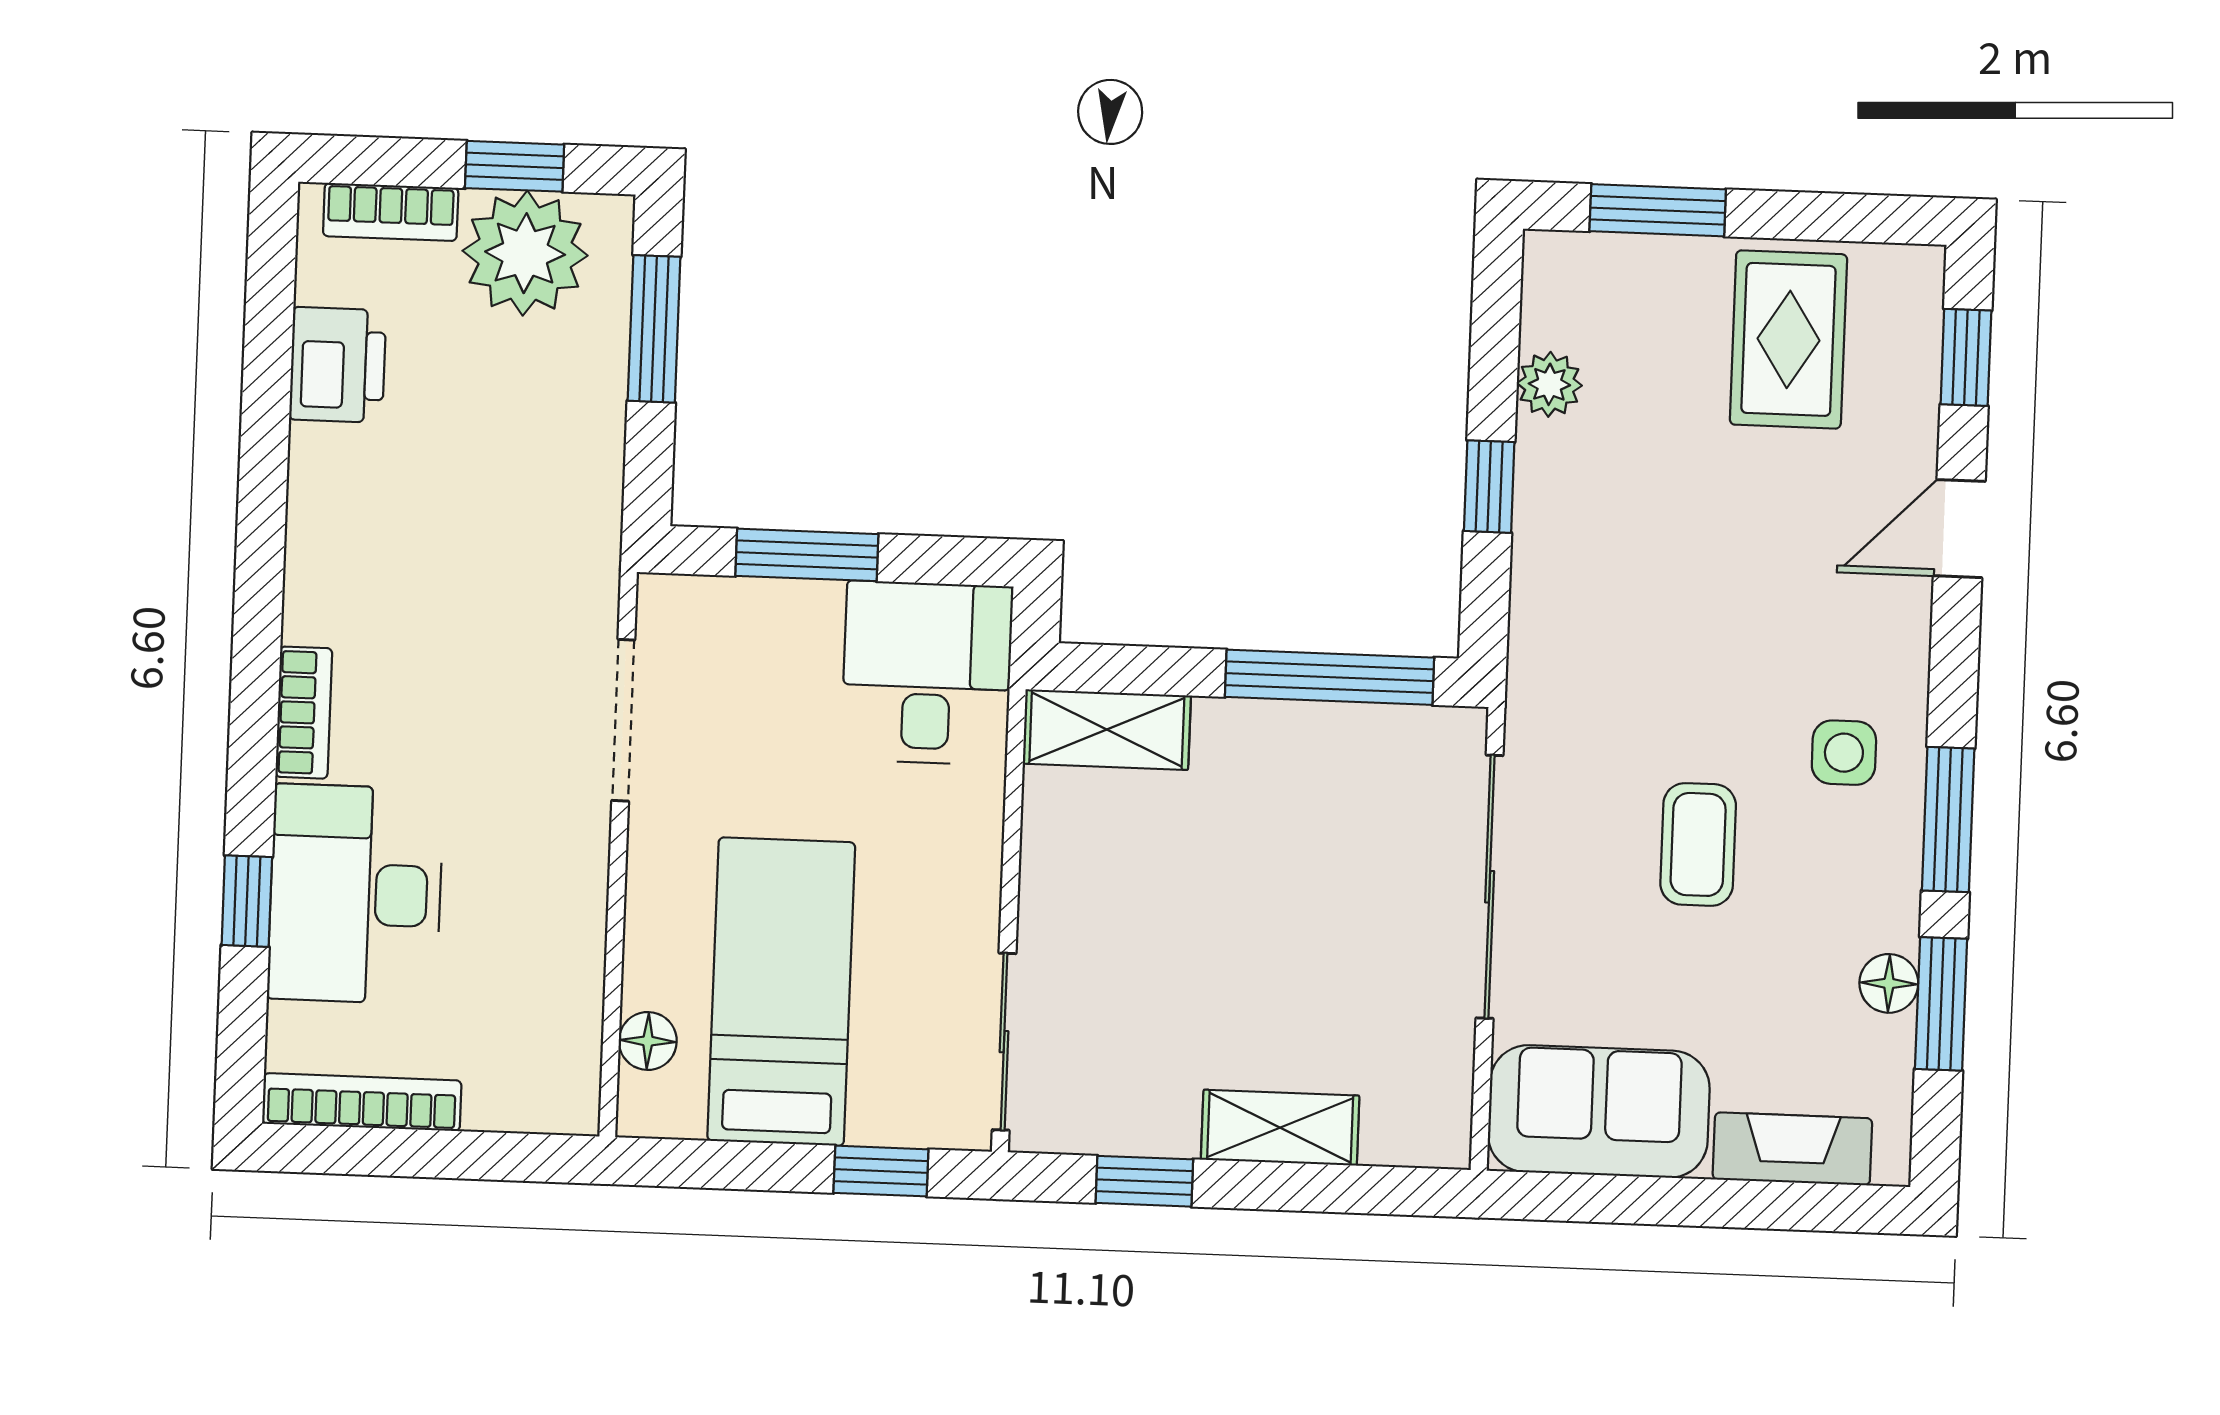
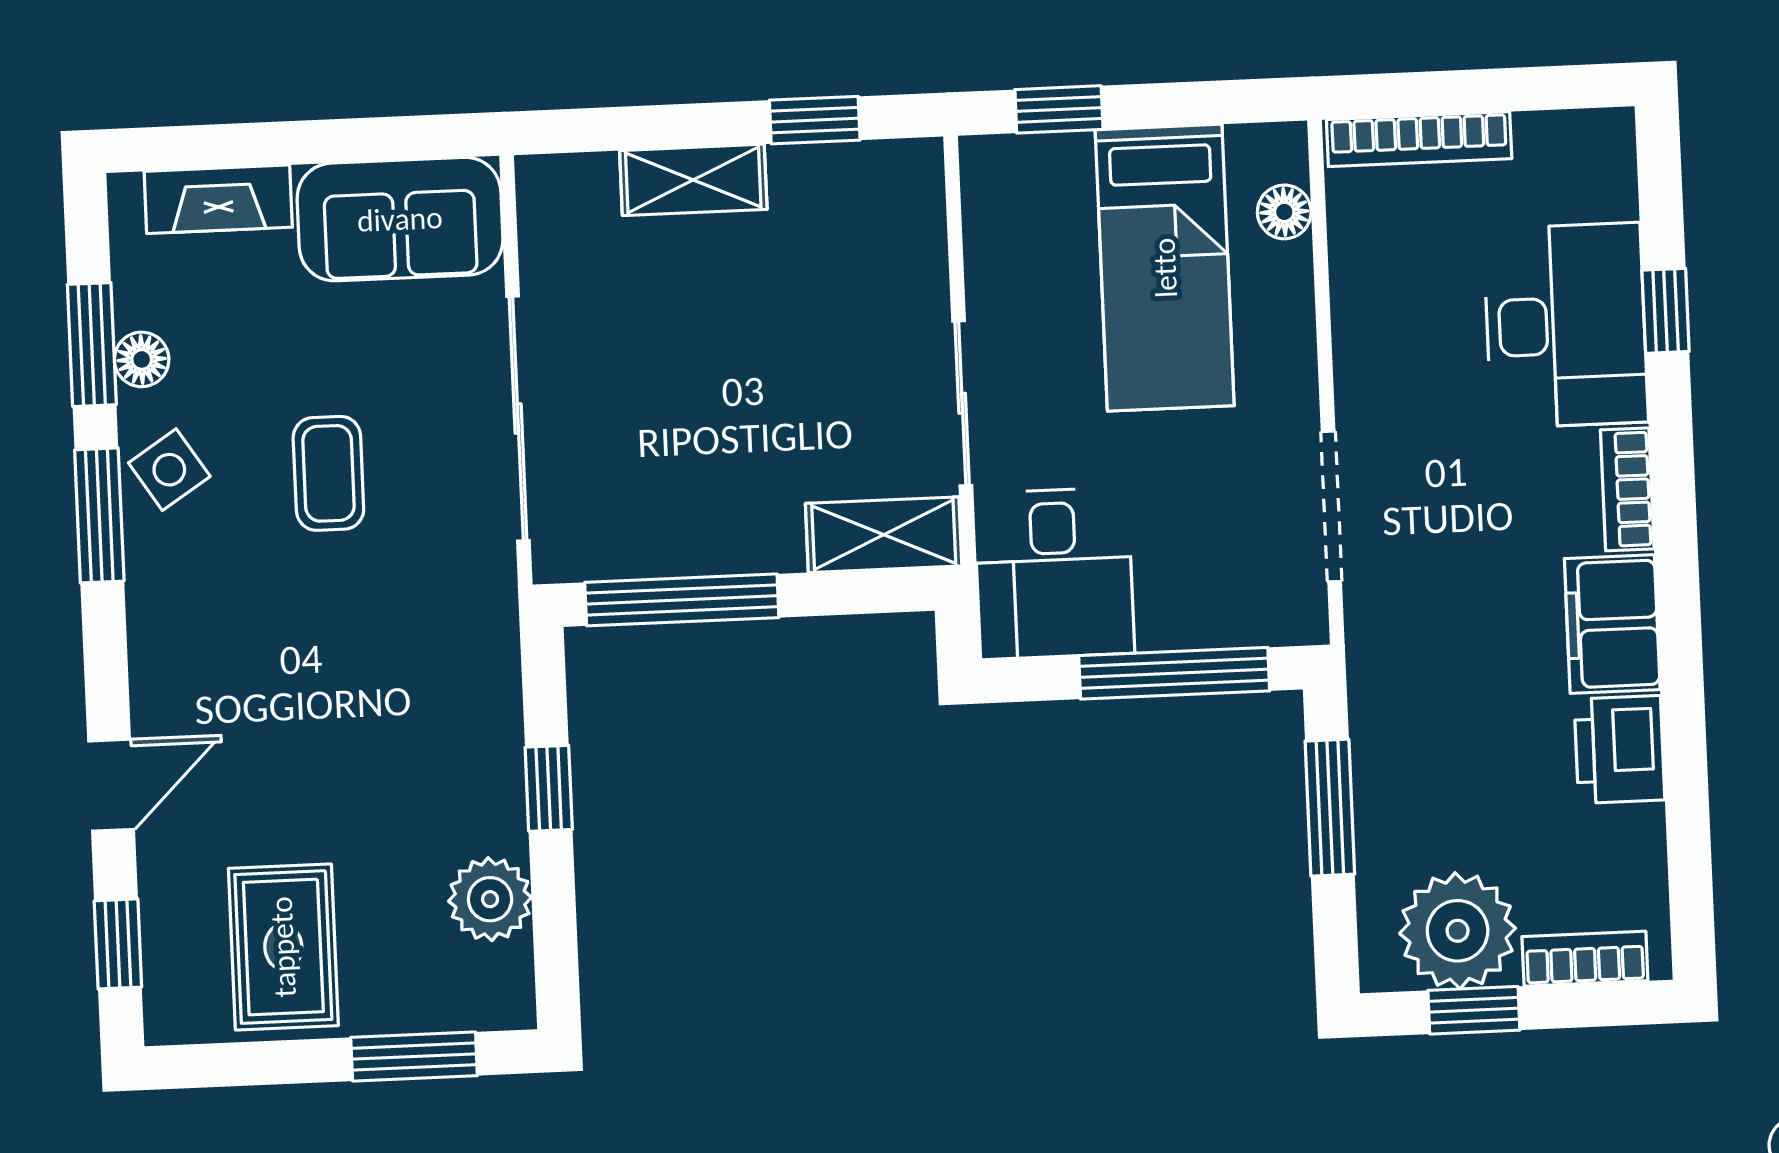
window: (654, 329) -> (1330, 808), moved
printer: (338, 365) -> (1620, 749), moved
plant: (1549, 384) -> (490, 899), width x1.38, depth x1.38
window: (807, 555) -> (1174, 673), width x1.44
filing cabinet: (332, 569) -> (1612, 624), added
side table: (1844, 753) -> (169, 470), moved, turned -33
sliding door: (1004, 1042) -> (962, 403), moved
bookcase: (362, 1102) -> (1419, 139), moved

